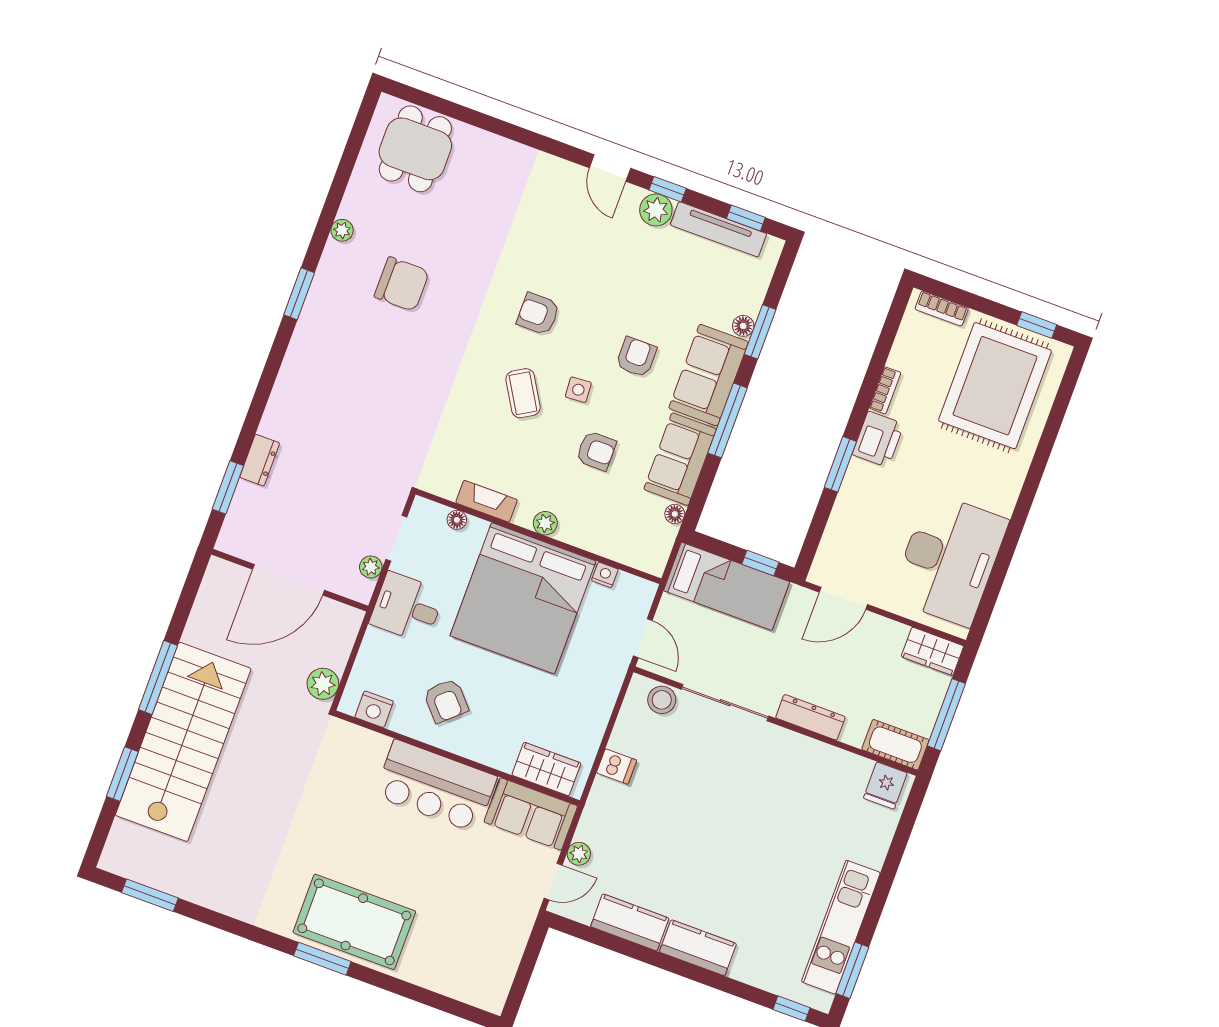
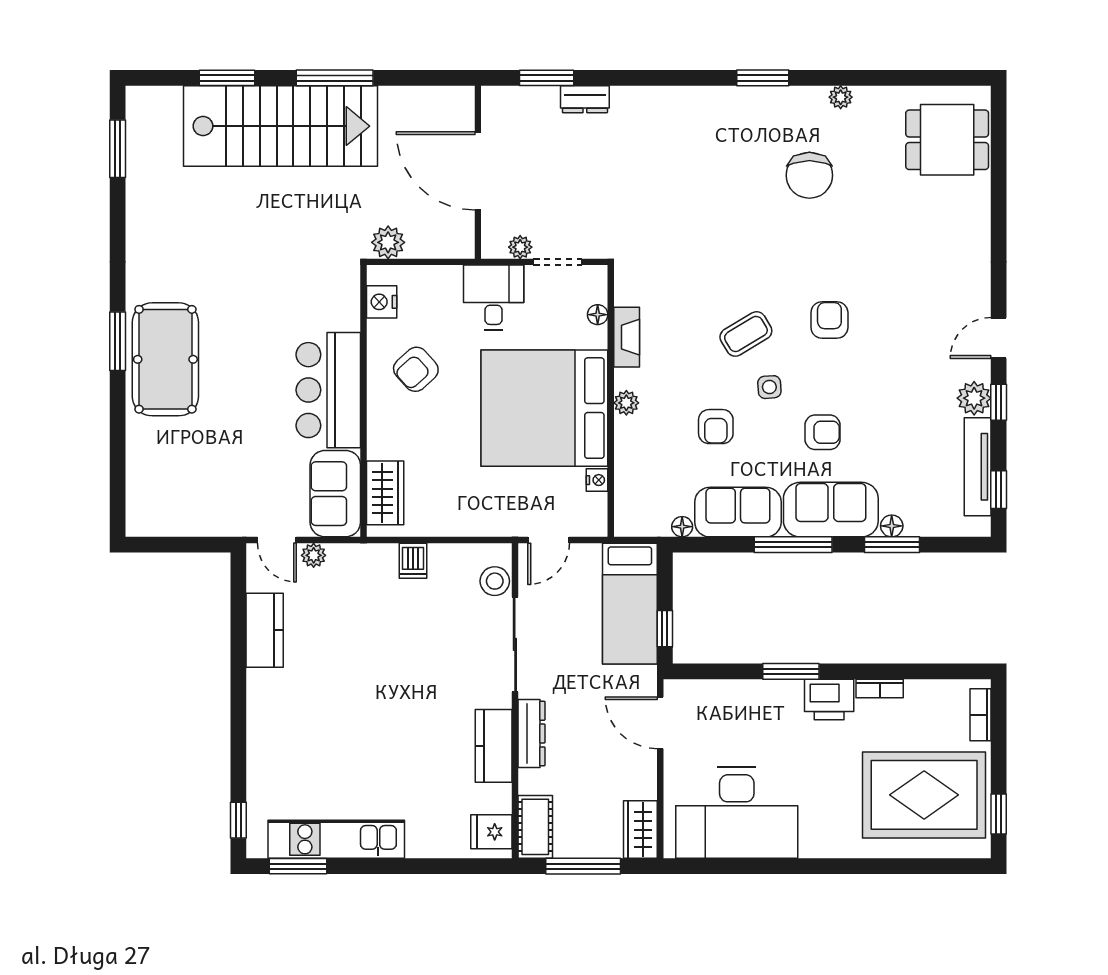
kitchen counter: (698, 948) -> (494, 746), moved, turned 180

